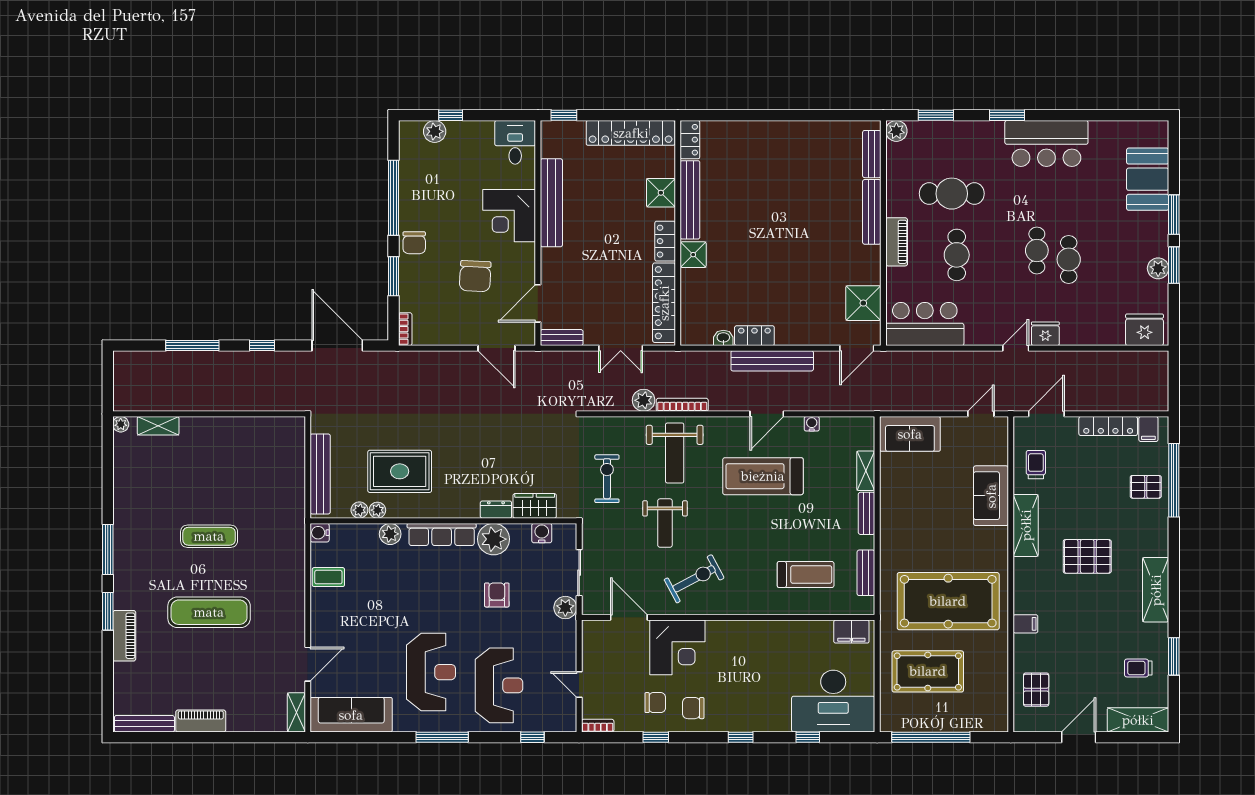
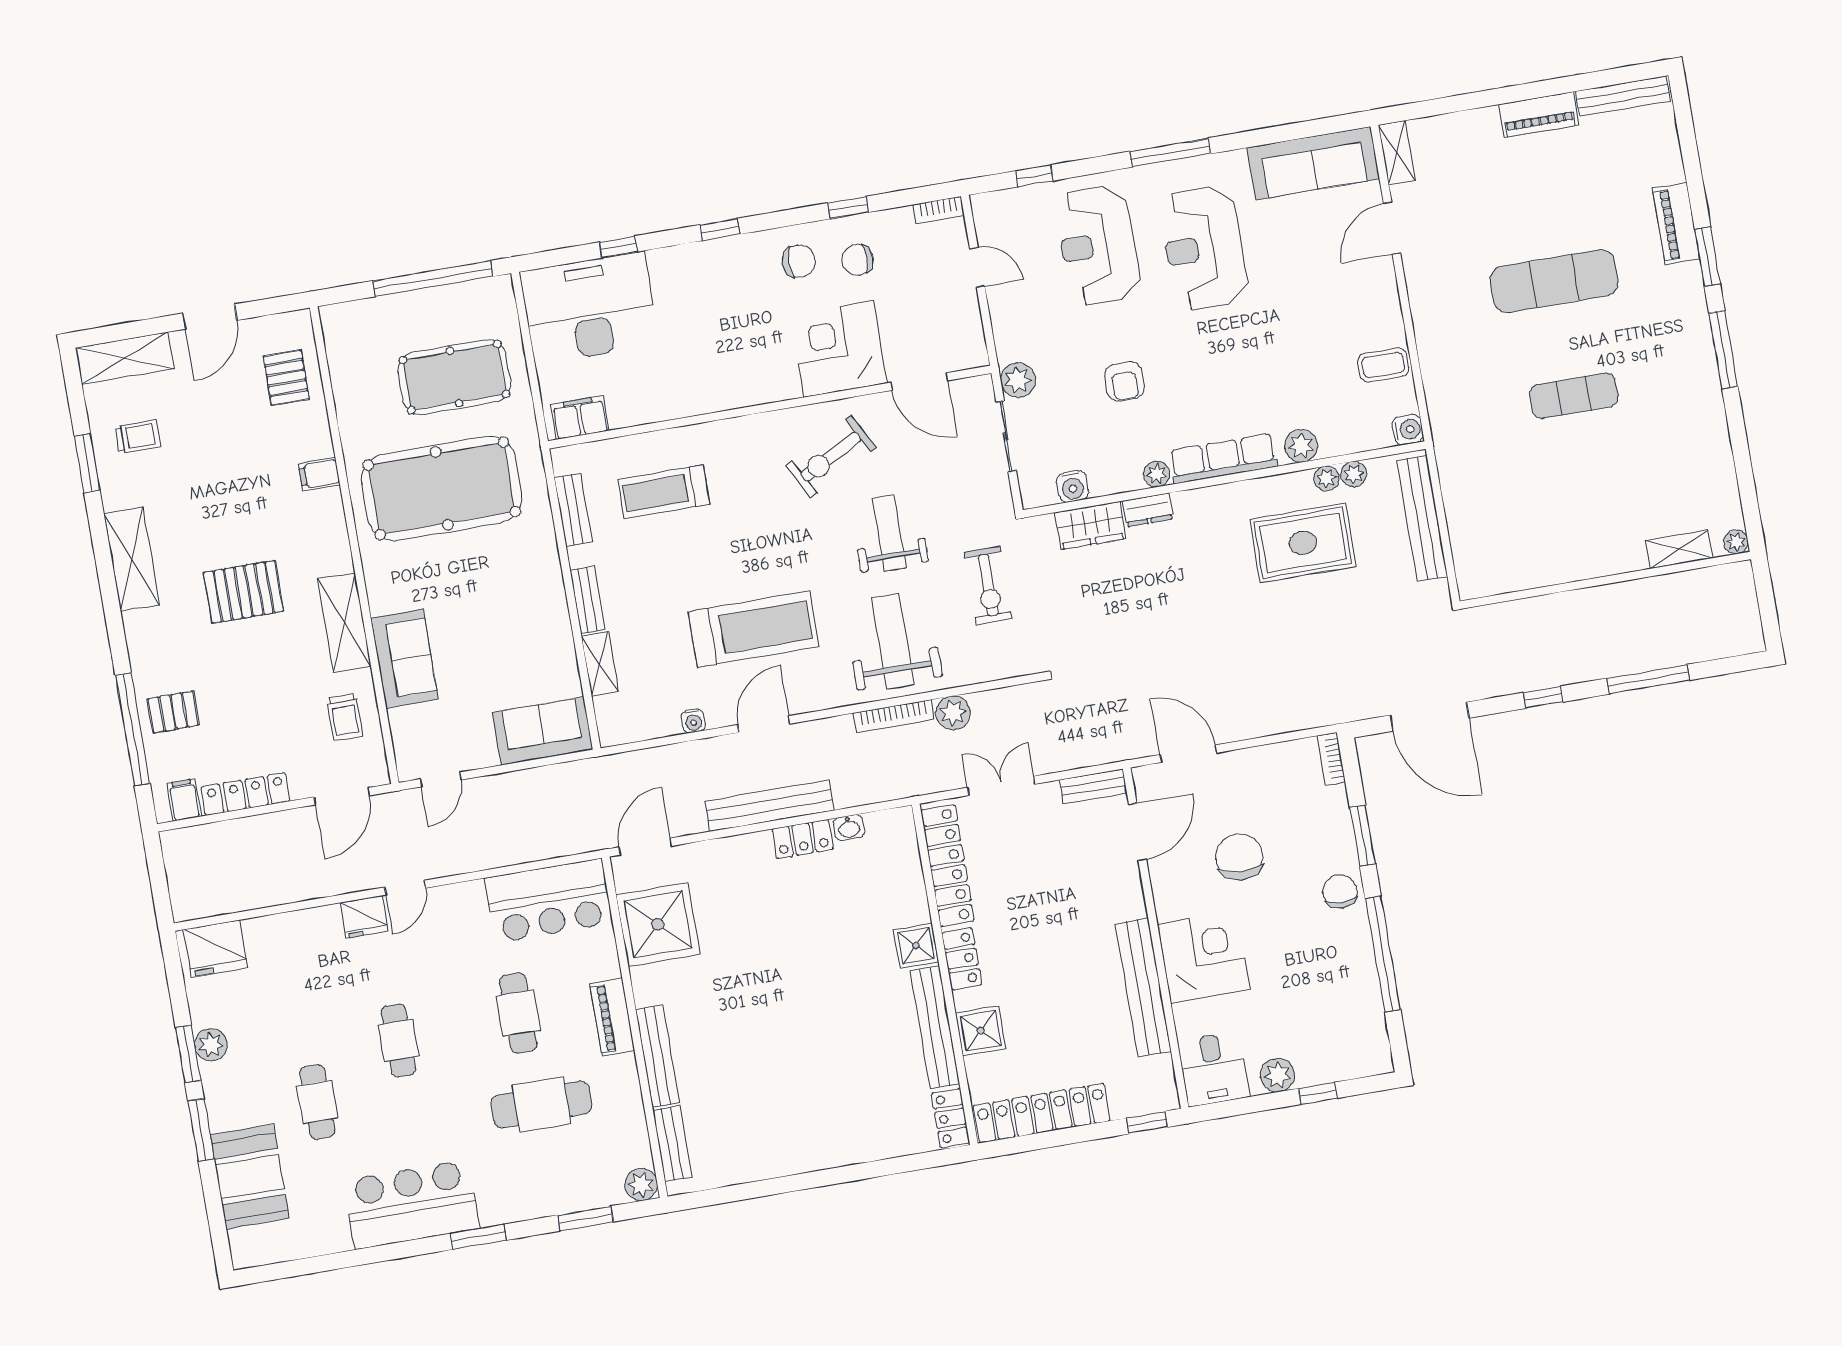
plant: (435, 131) -> (1278, 1075), moved
cafe table: (1069, 259) -> (317, 1102), moved
shower: (863, 303) -> (658, 924), width x1.37, depth x1.37
plant: (494, 539) -> (1157, 474), width x0.53, depth x0.53

